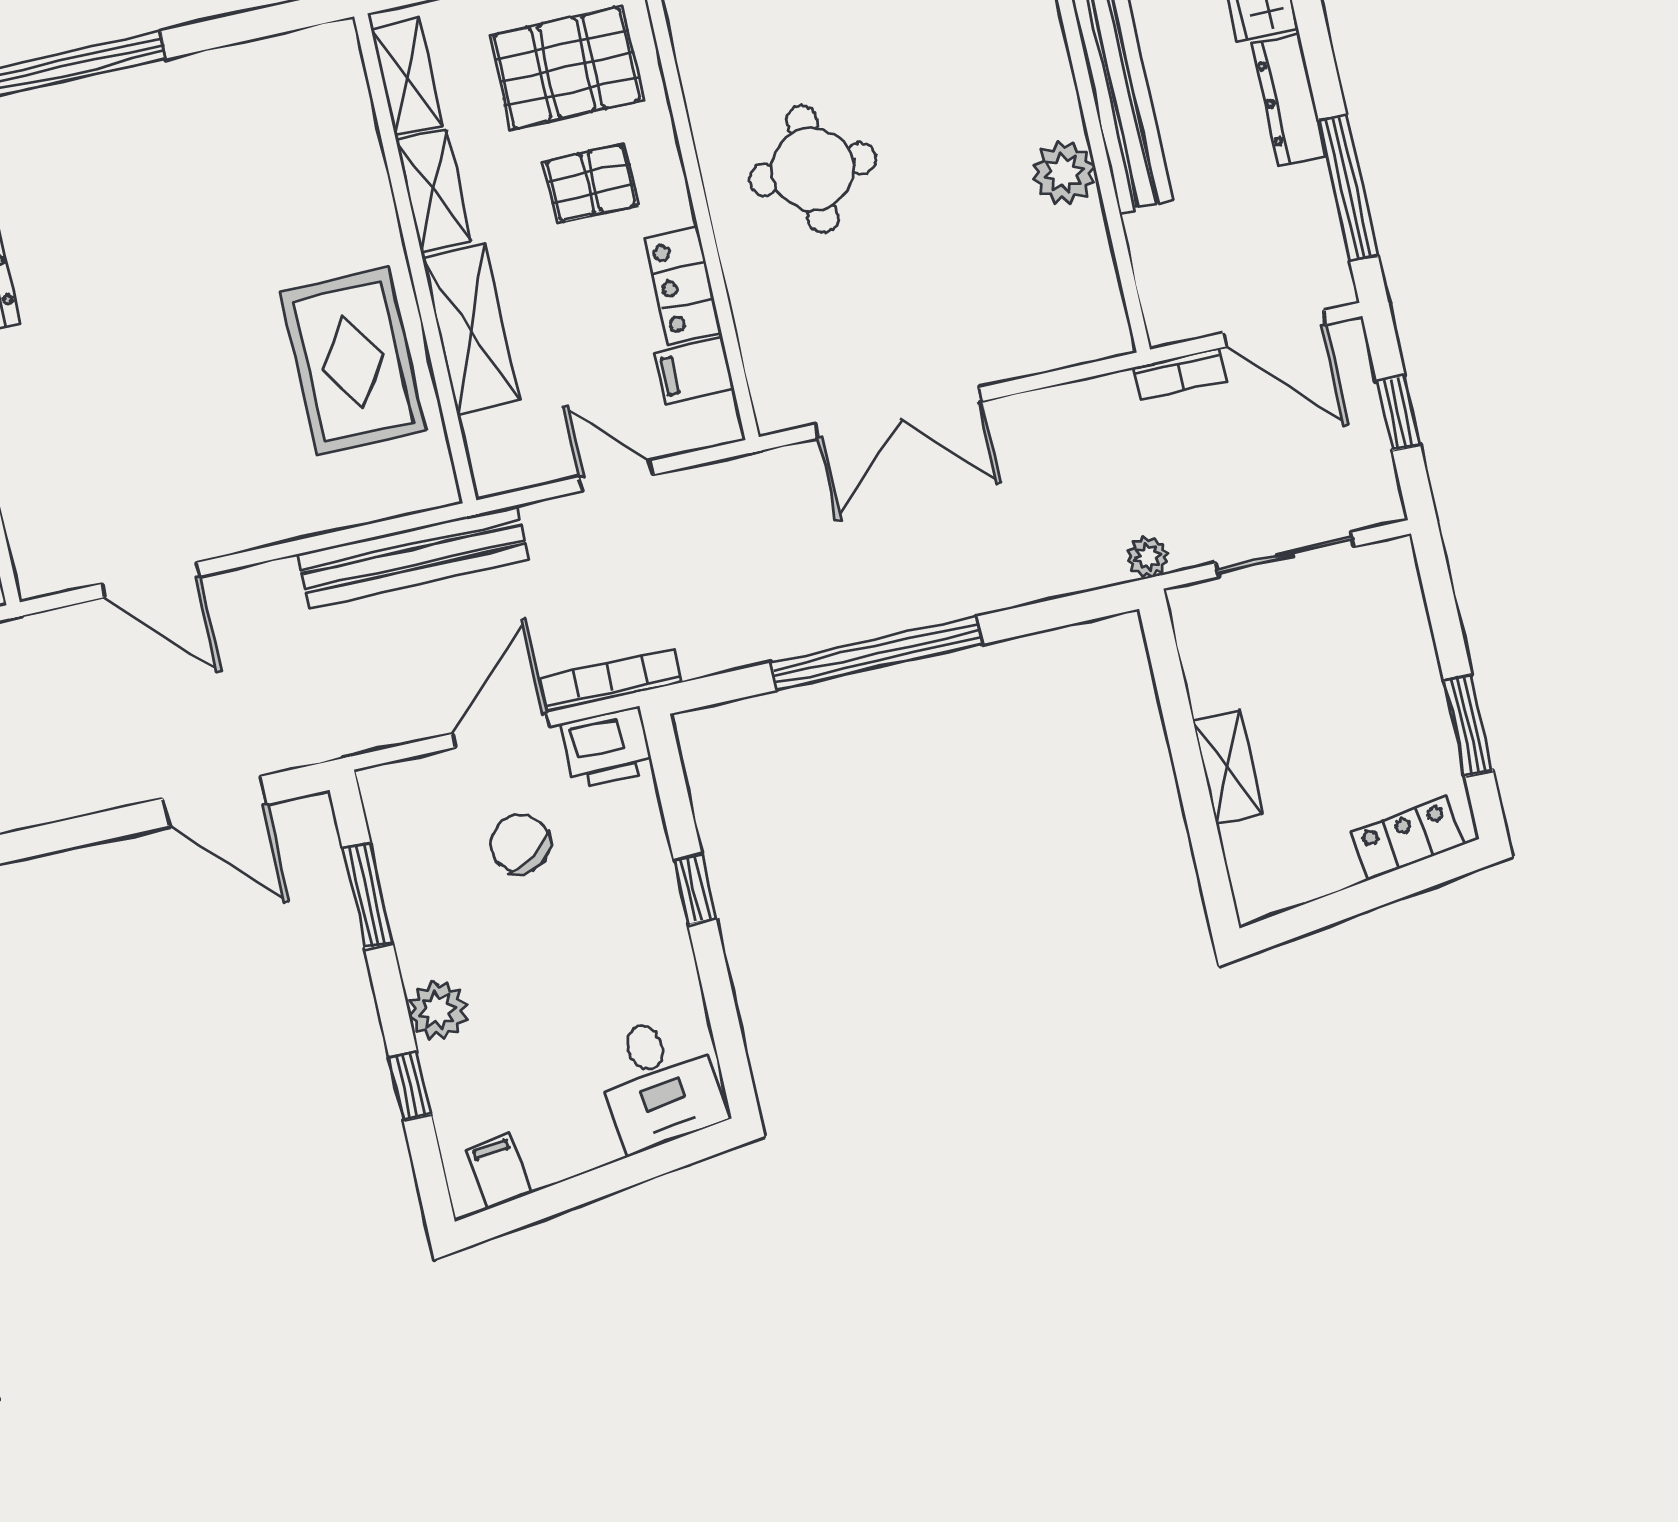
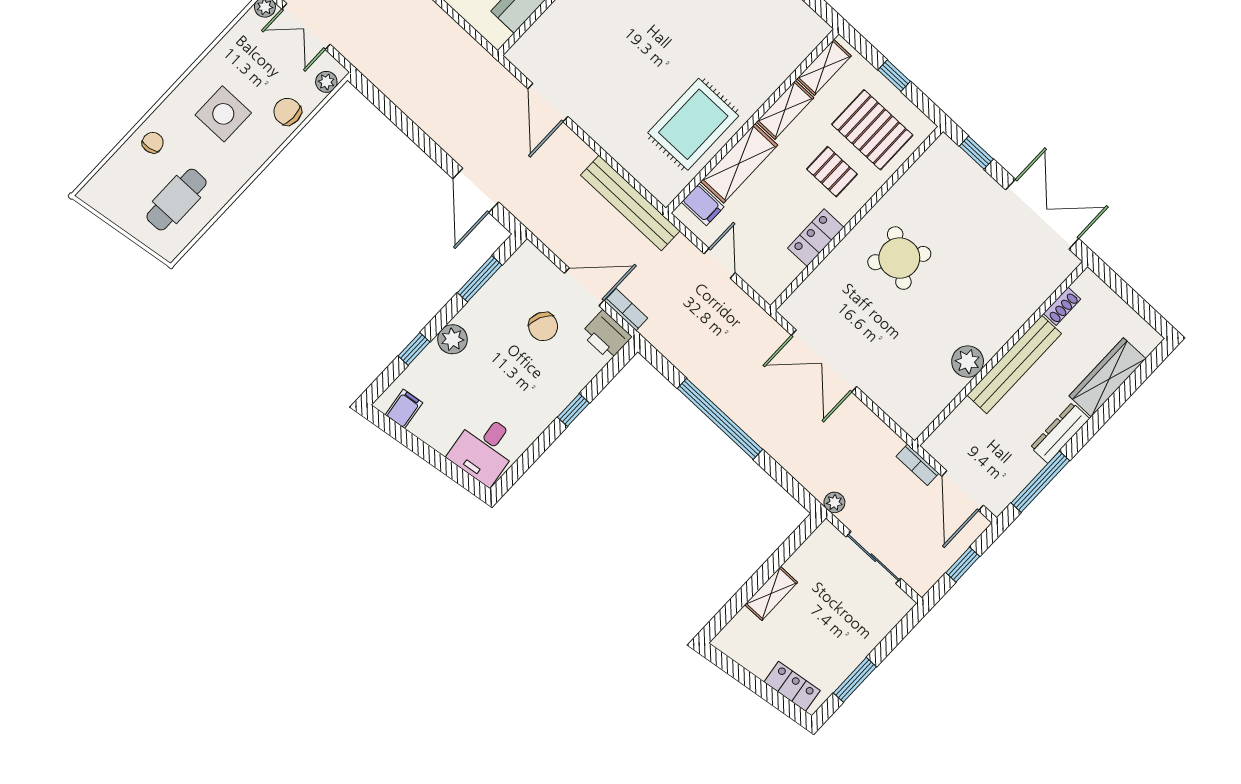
round table: (813, 169) -> (899, 258), turned 37
filing cabinet: (694, 371) -> (703, 204), moved, turned 180
bookcase: (611, 680) -> (626, 310), width x0.64
chair: (520, 844) -> (543, 326), turned 150

